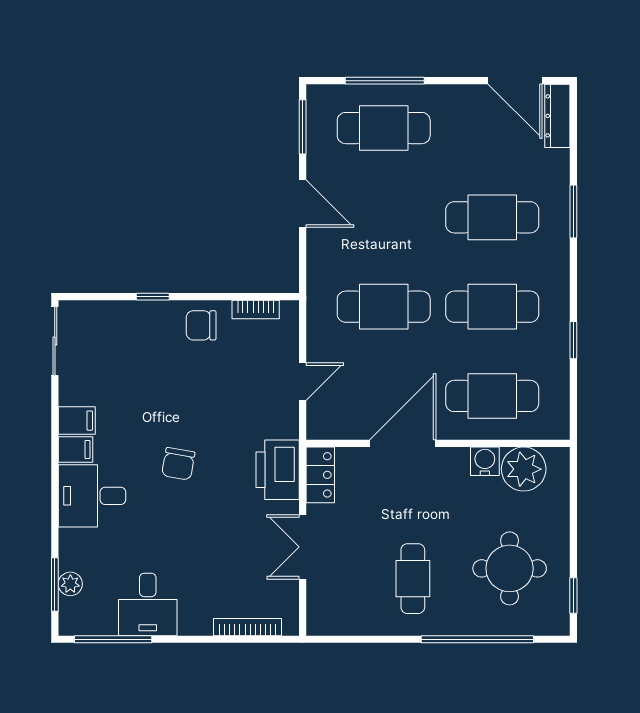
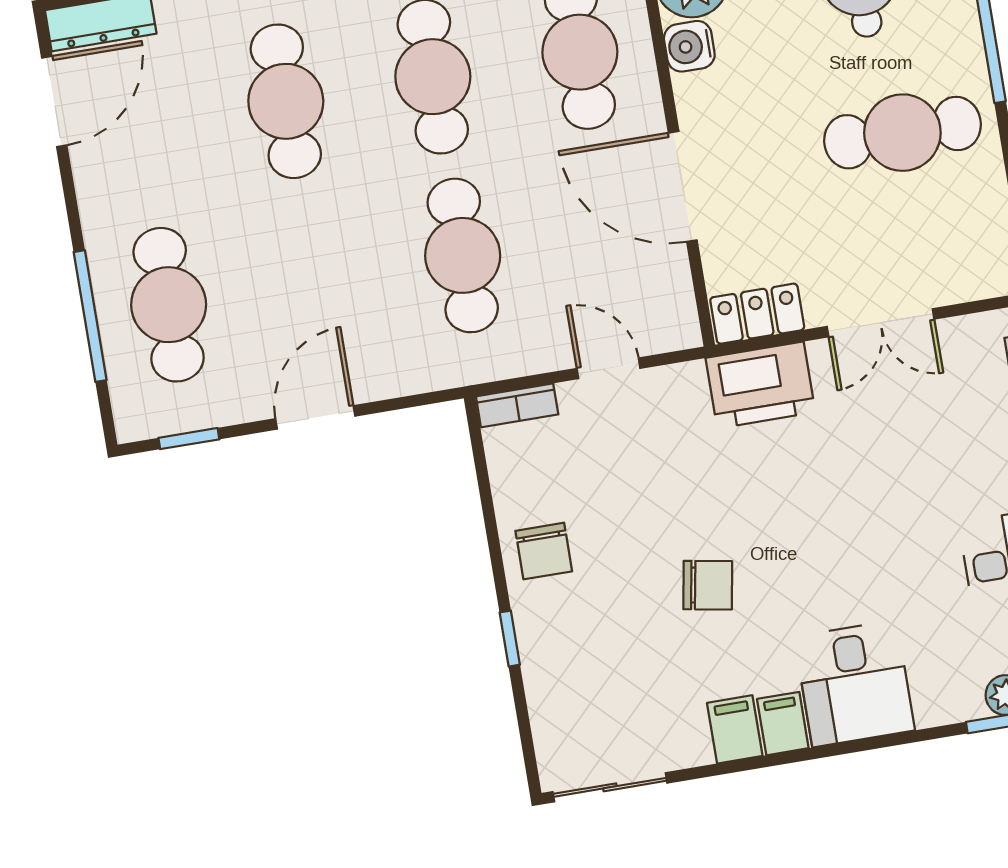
window: (303, 127) -> (189, 439), width x0.67
bookcase: (256, 309) -> (517, 405), moved, turned 90
chair: (178, 464) -> (708, 585), moved
cafe table: (413, 579) -> (902, 133), width x1.37, depth x1.35

